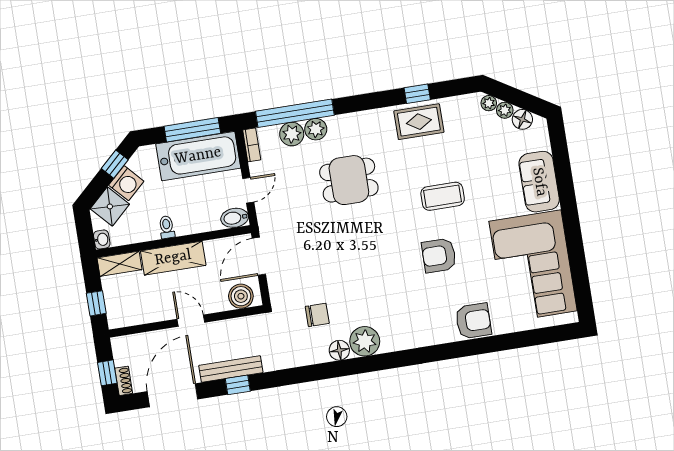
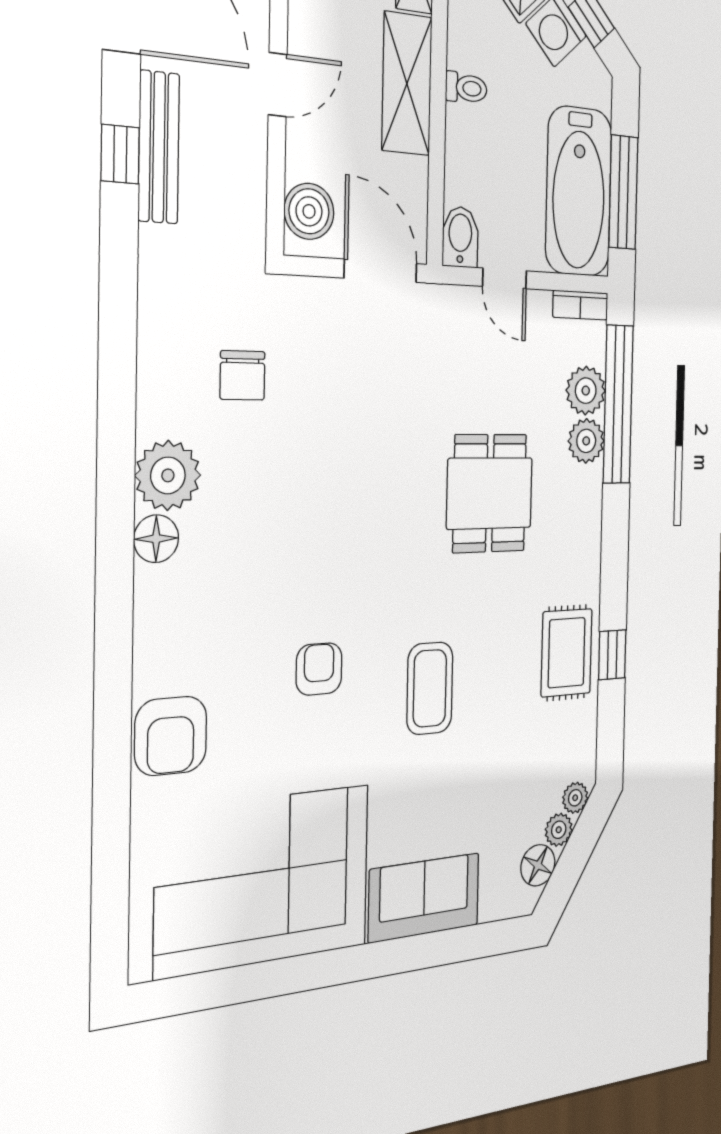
armchair: (439, 255) -> (319, 669), width x0.72, depth x0.72
floor lamp: (339, 350) -> (156, 539), moved

